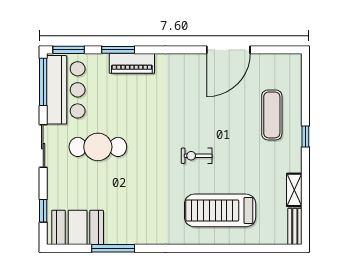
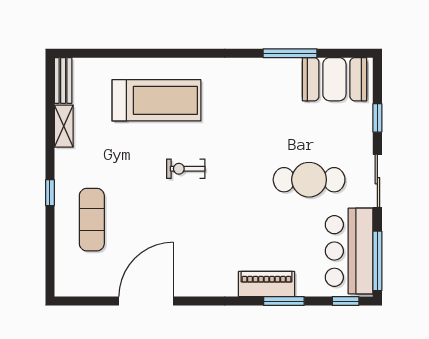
window: (69, 50) -> (346, 301), width x0.67
exercise bike: (197, 156) -> (186, 169), turned 180
window: (43, 211) -> (377, 118), moved

